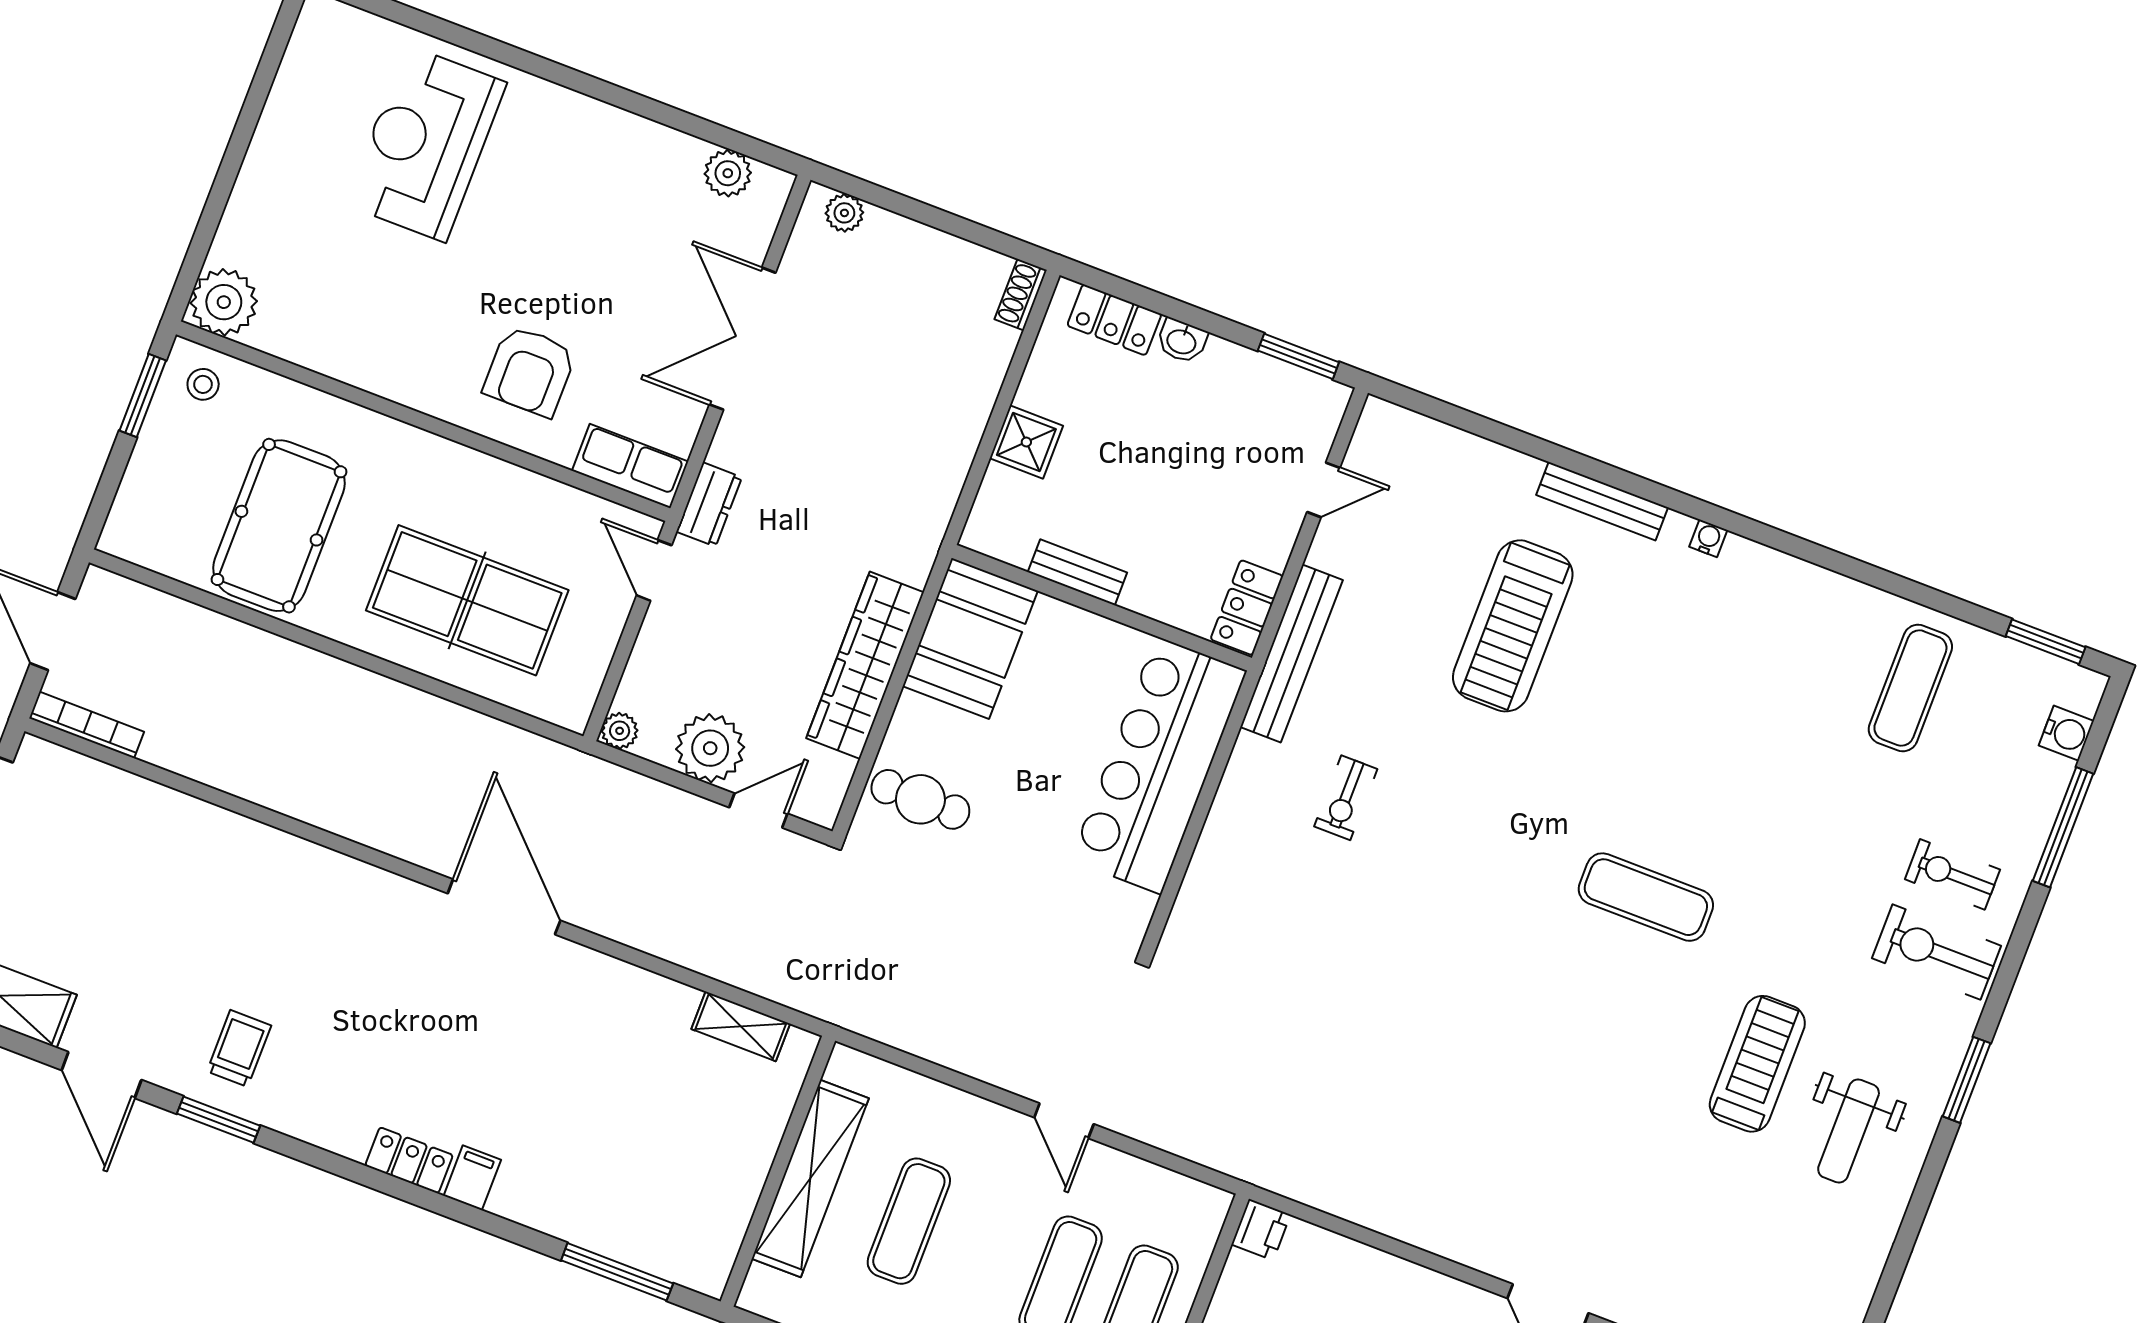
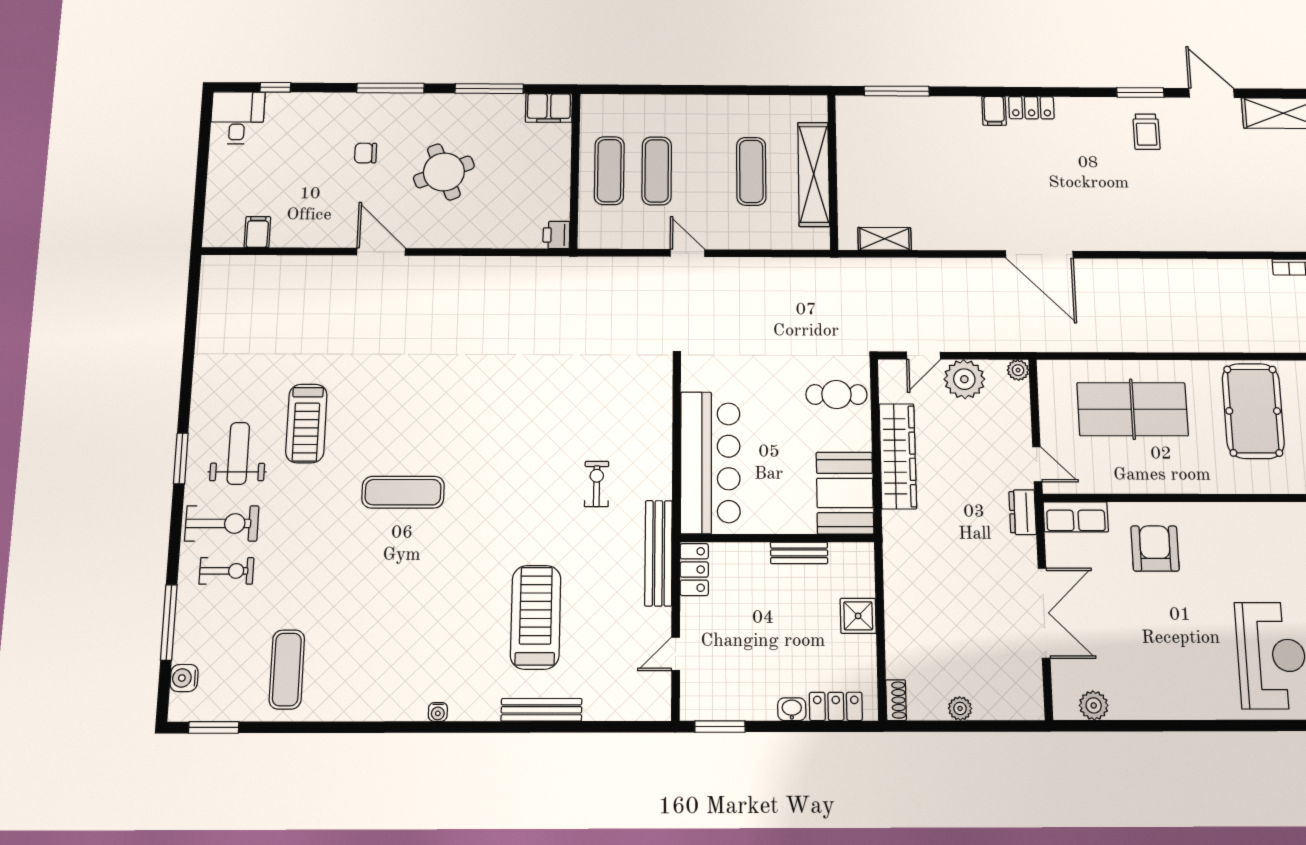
plant: (844, 213) -> (960, 708), moved
bench: (1602, 501) -> (541, 710), moved
weight bench: (1849, 1131) -> (238, 453), moved

